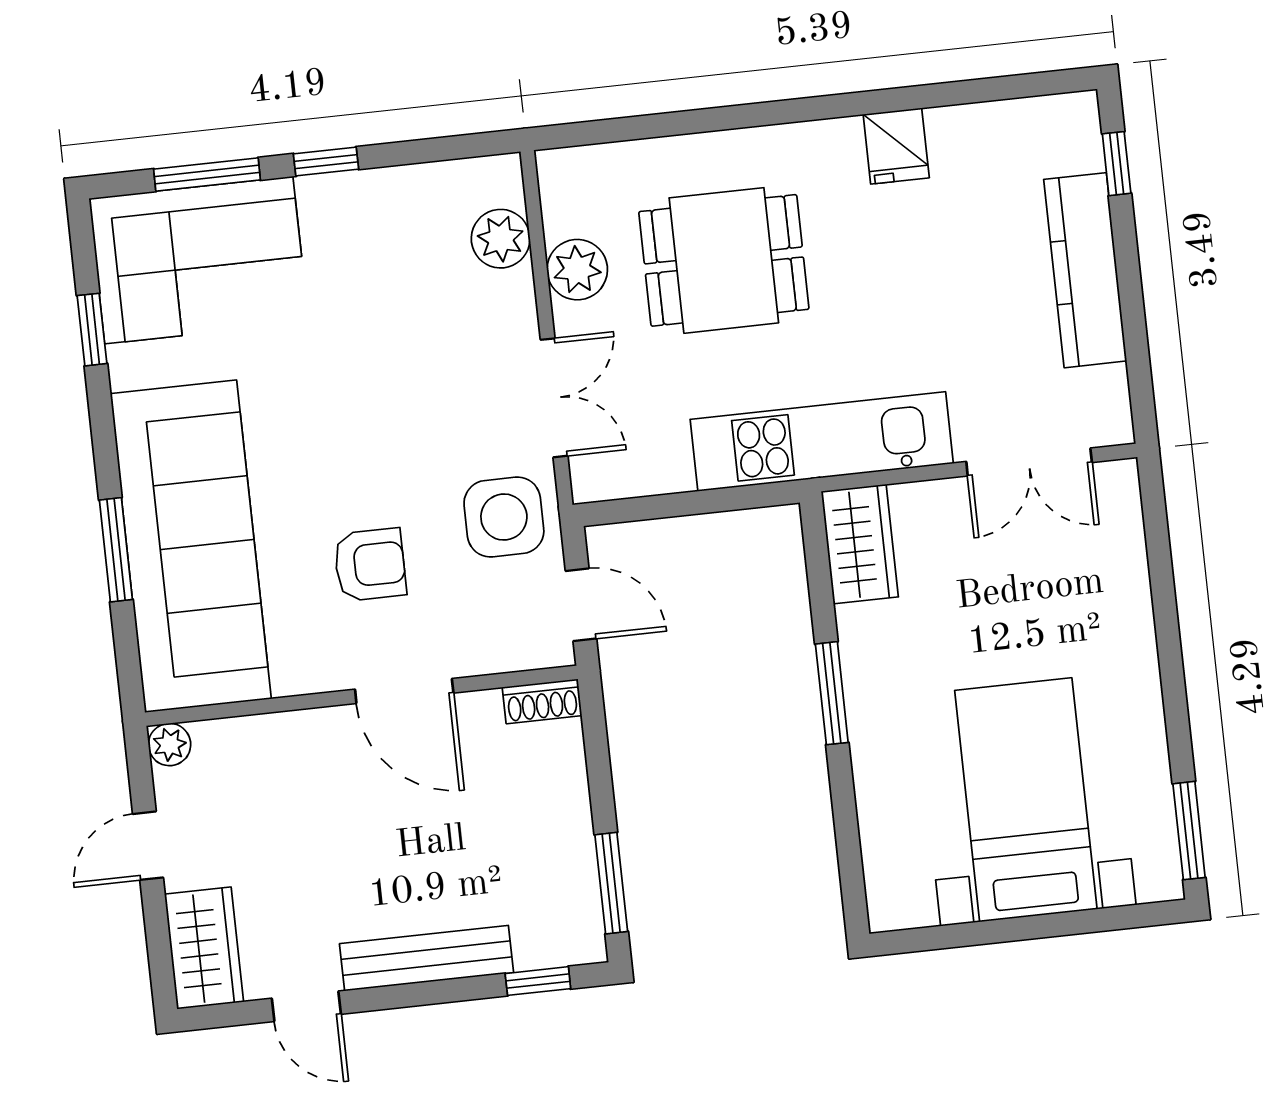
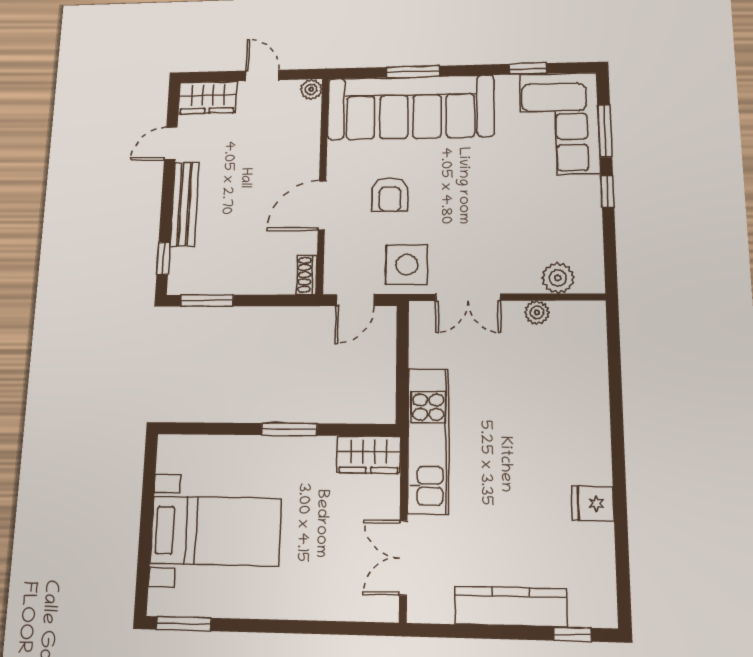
dining table: (724, 260) -> (535, 397), removed
plant: (577, 270) -> (537, 312), width x0.73, depth x0.73

